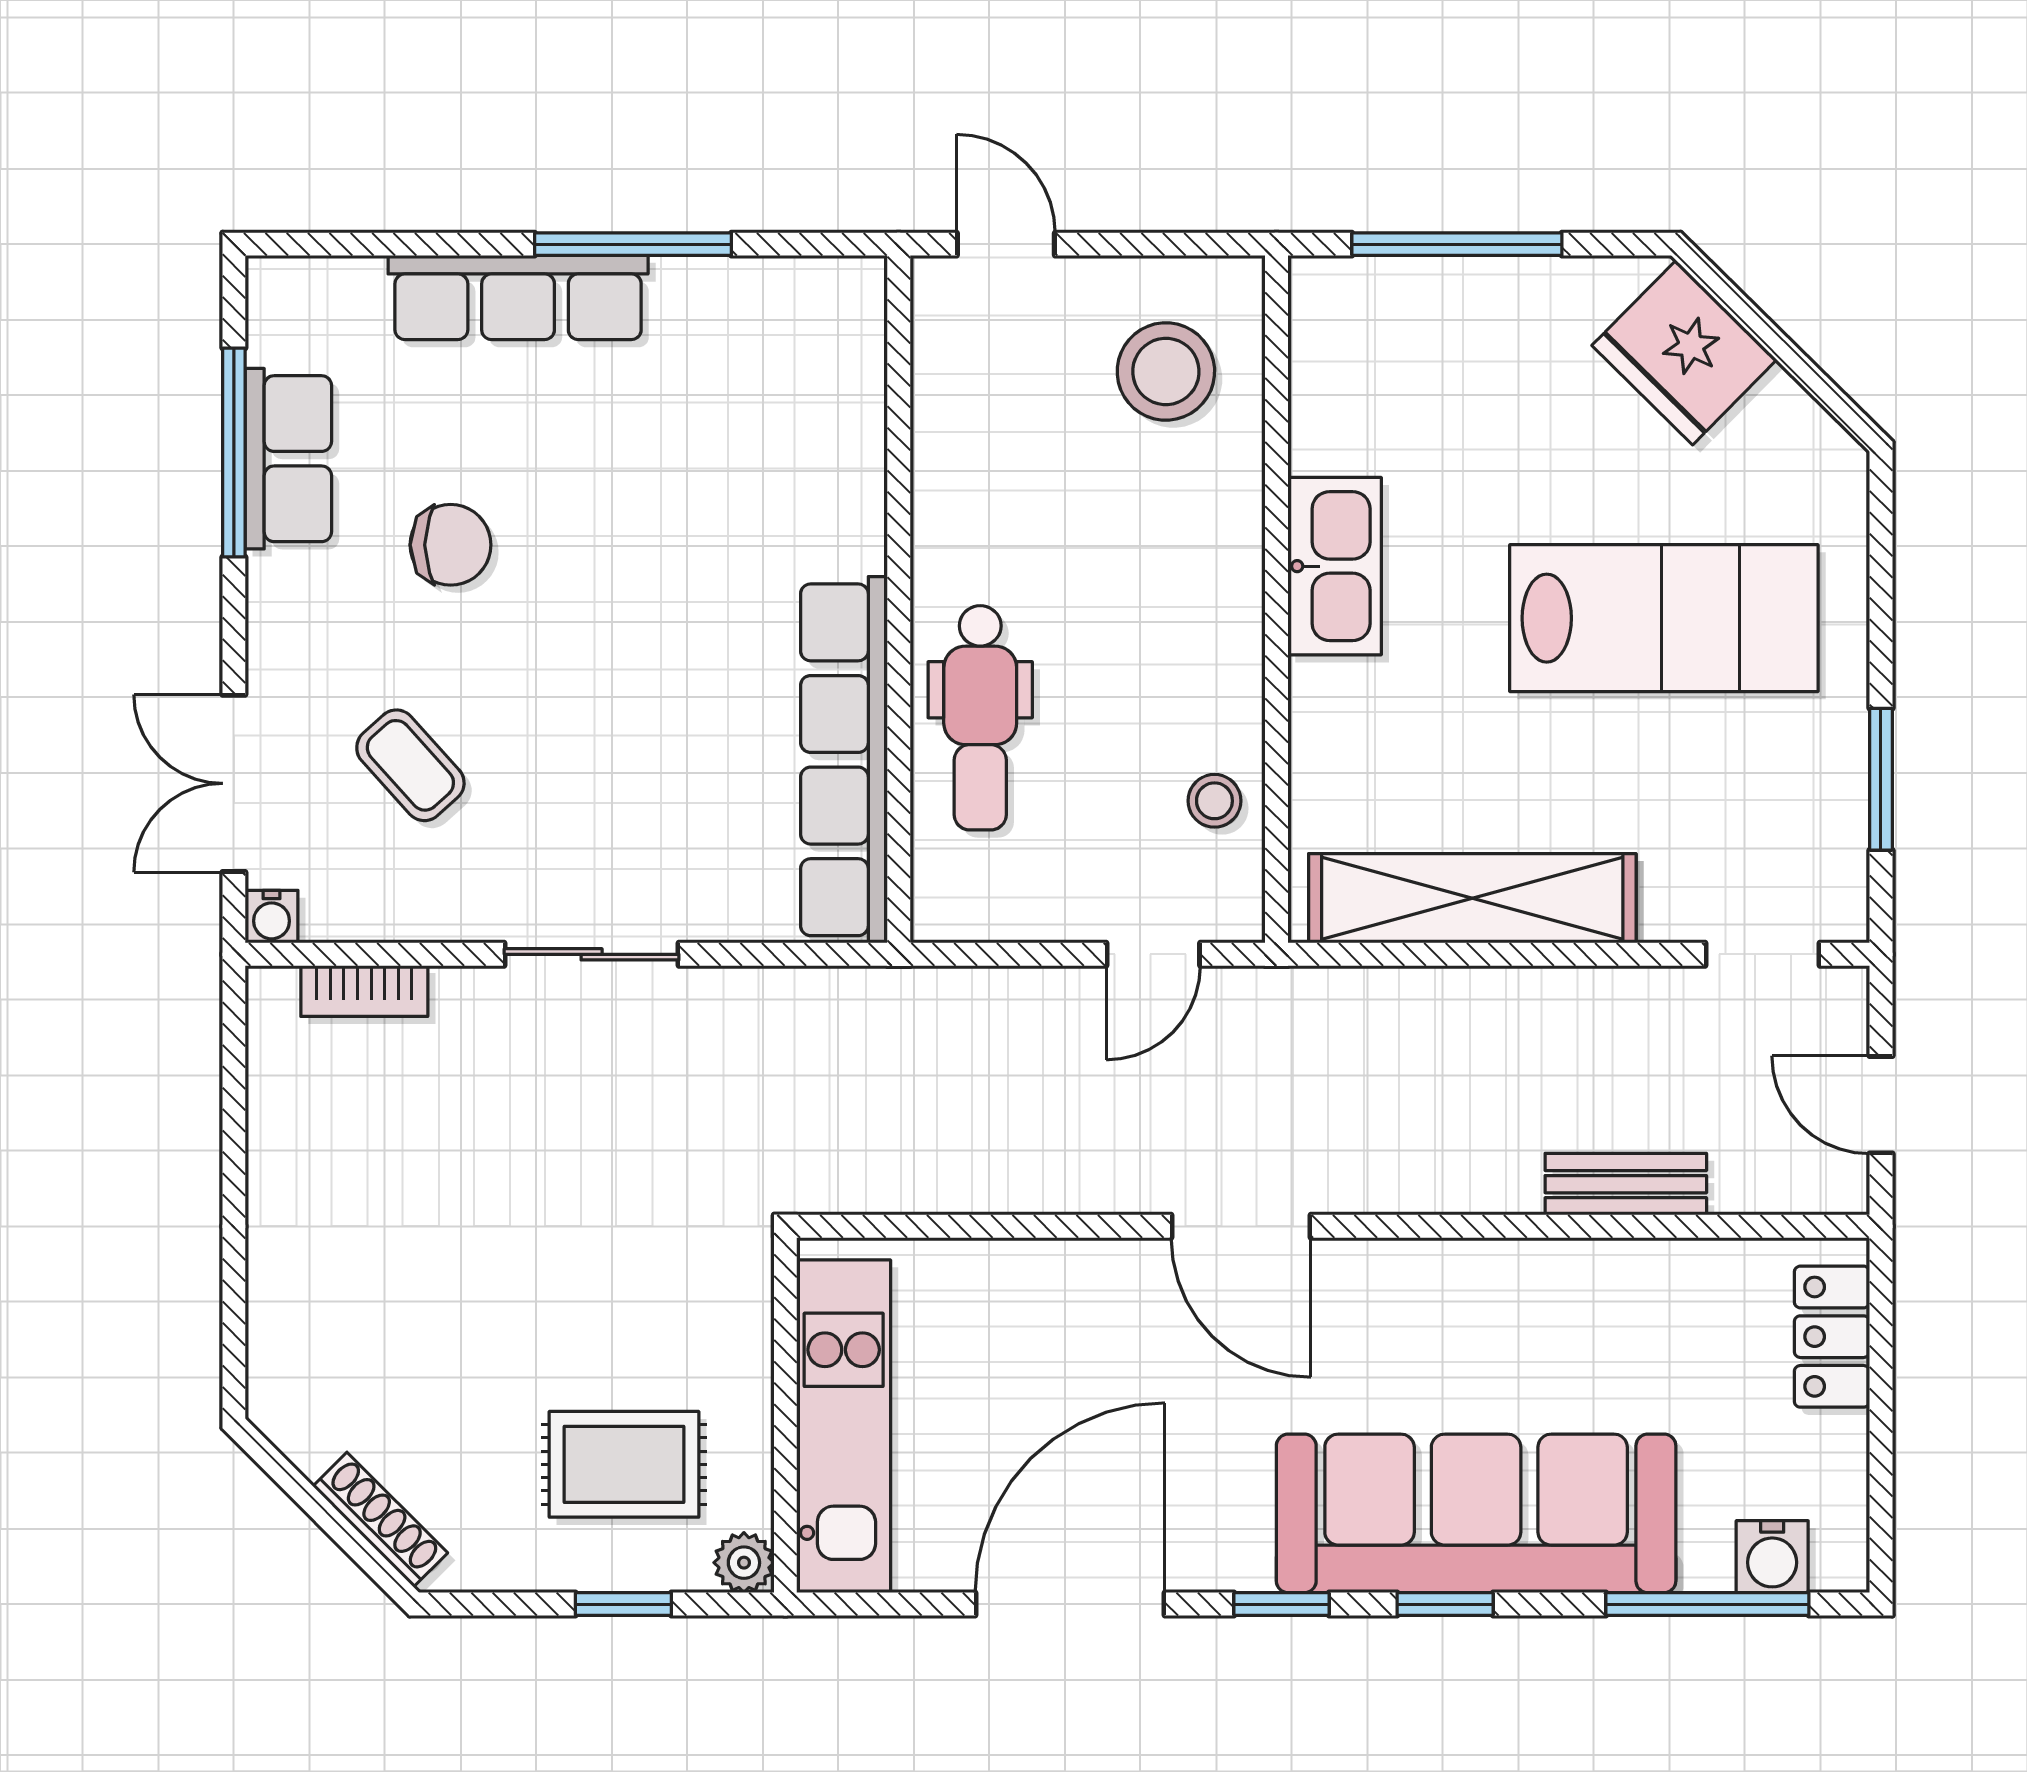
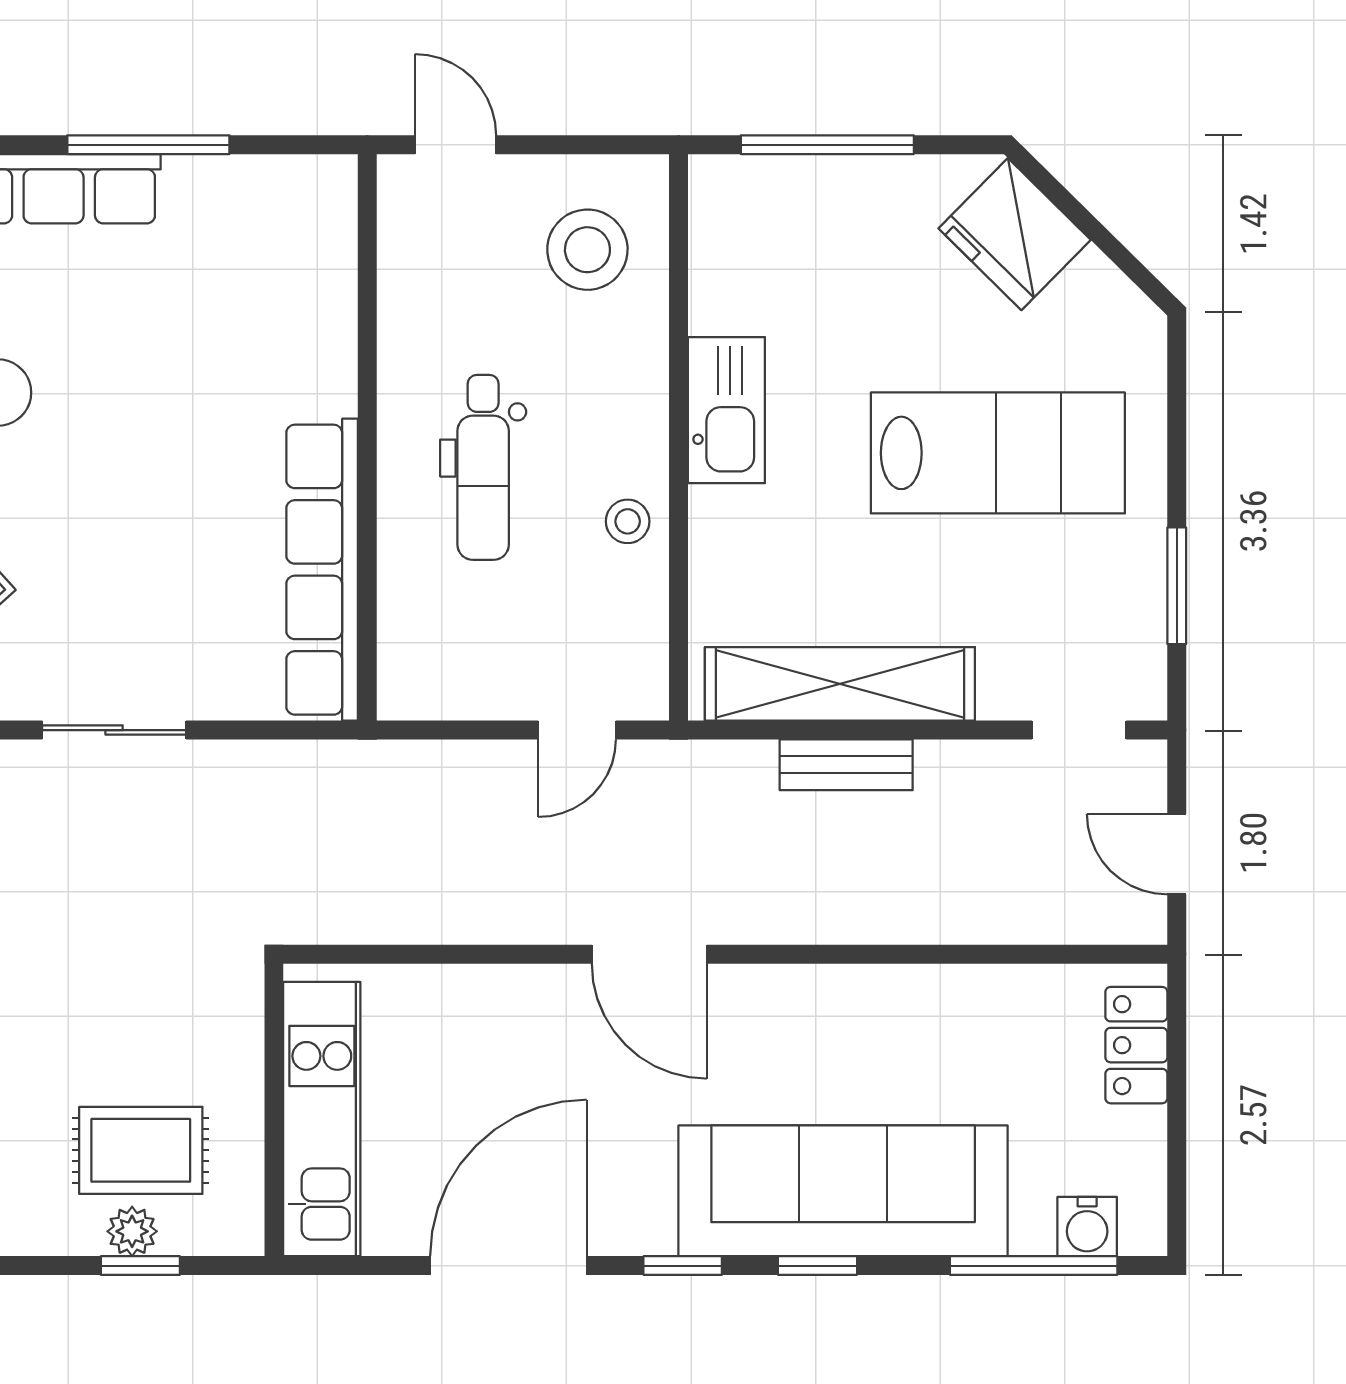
dental chair: (980, 718) -> (483, 467), moved
stool: (1214, 801) -> (628, 521), moved
bench: (1626, 1184) -> (846, 765), moved
plant: (744, 1563) -> (132, 1231), moved

